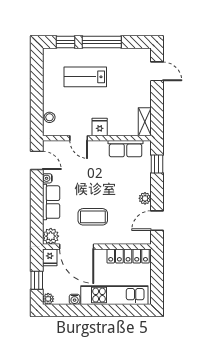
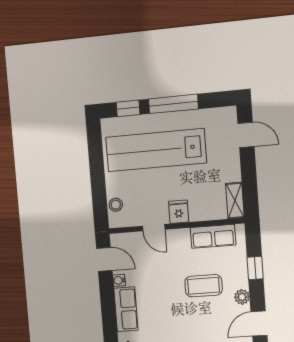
lab bench: (85, 77) -> (156, 150), width x1.86, depth x1.39
window: (157, 164) -> (255, 268), moved
coffee table: (93, 217) -> (204, 286), moved

